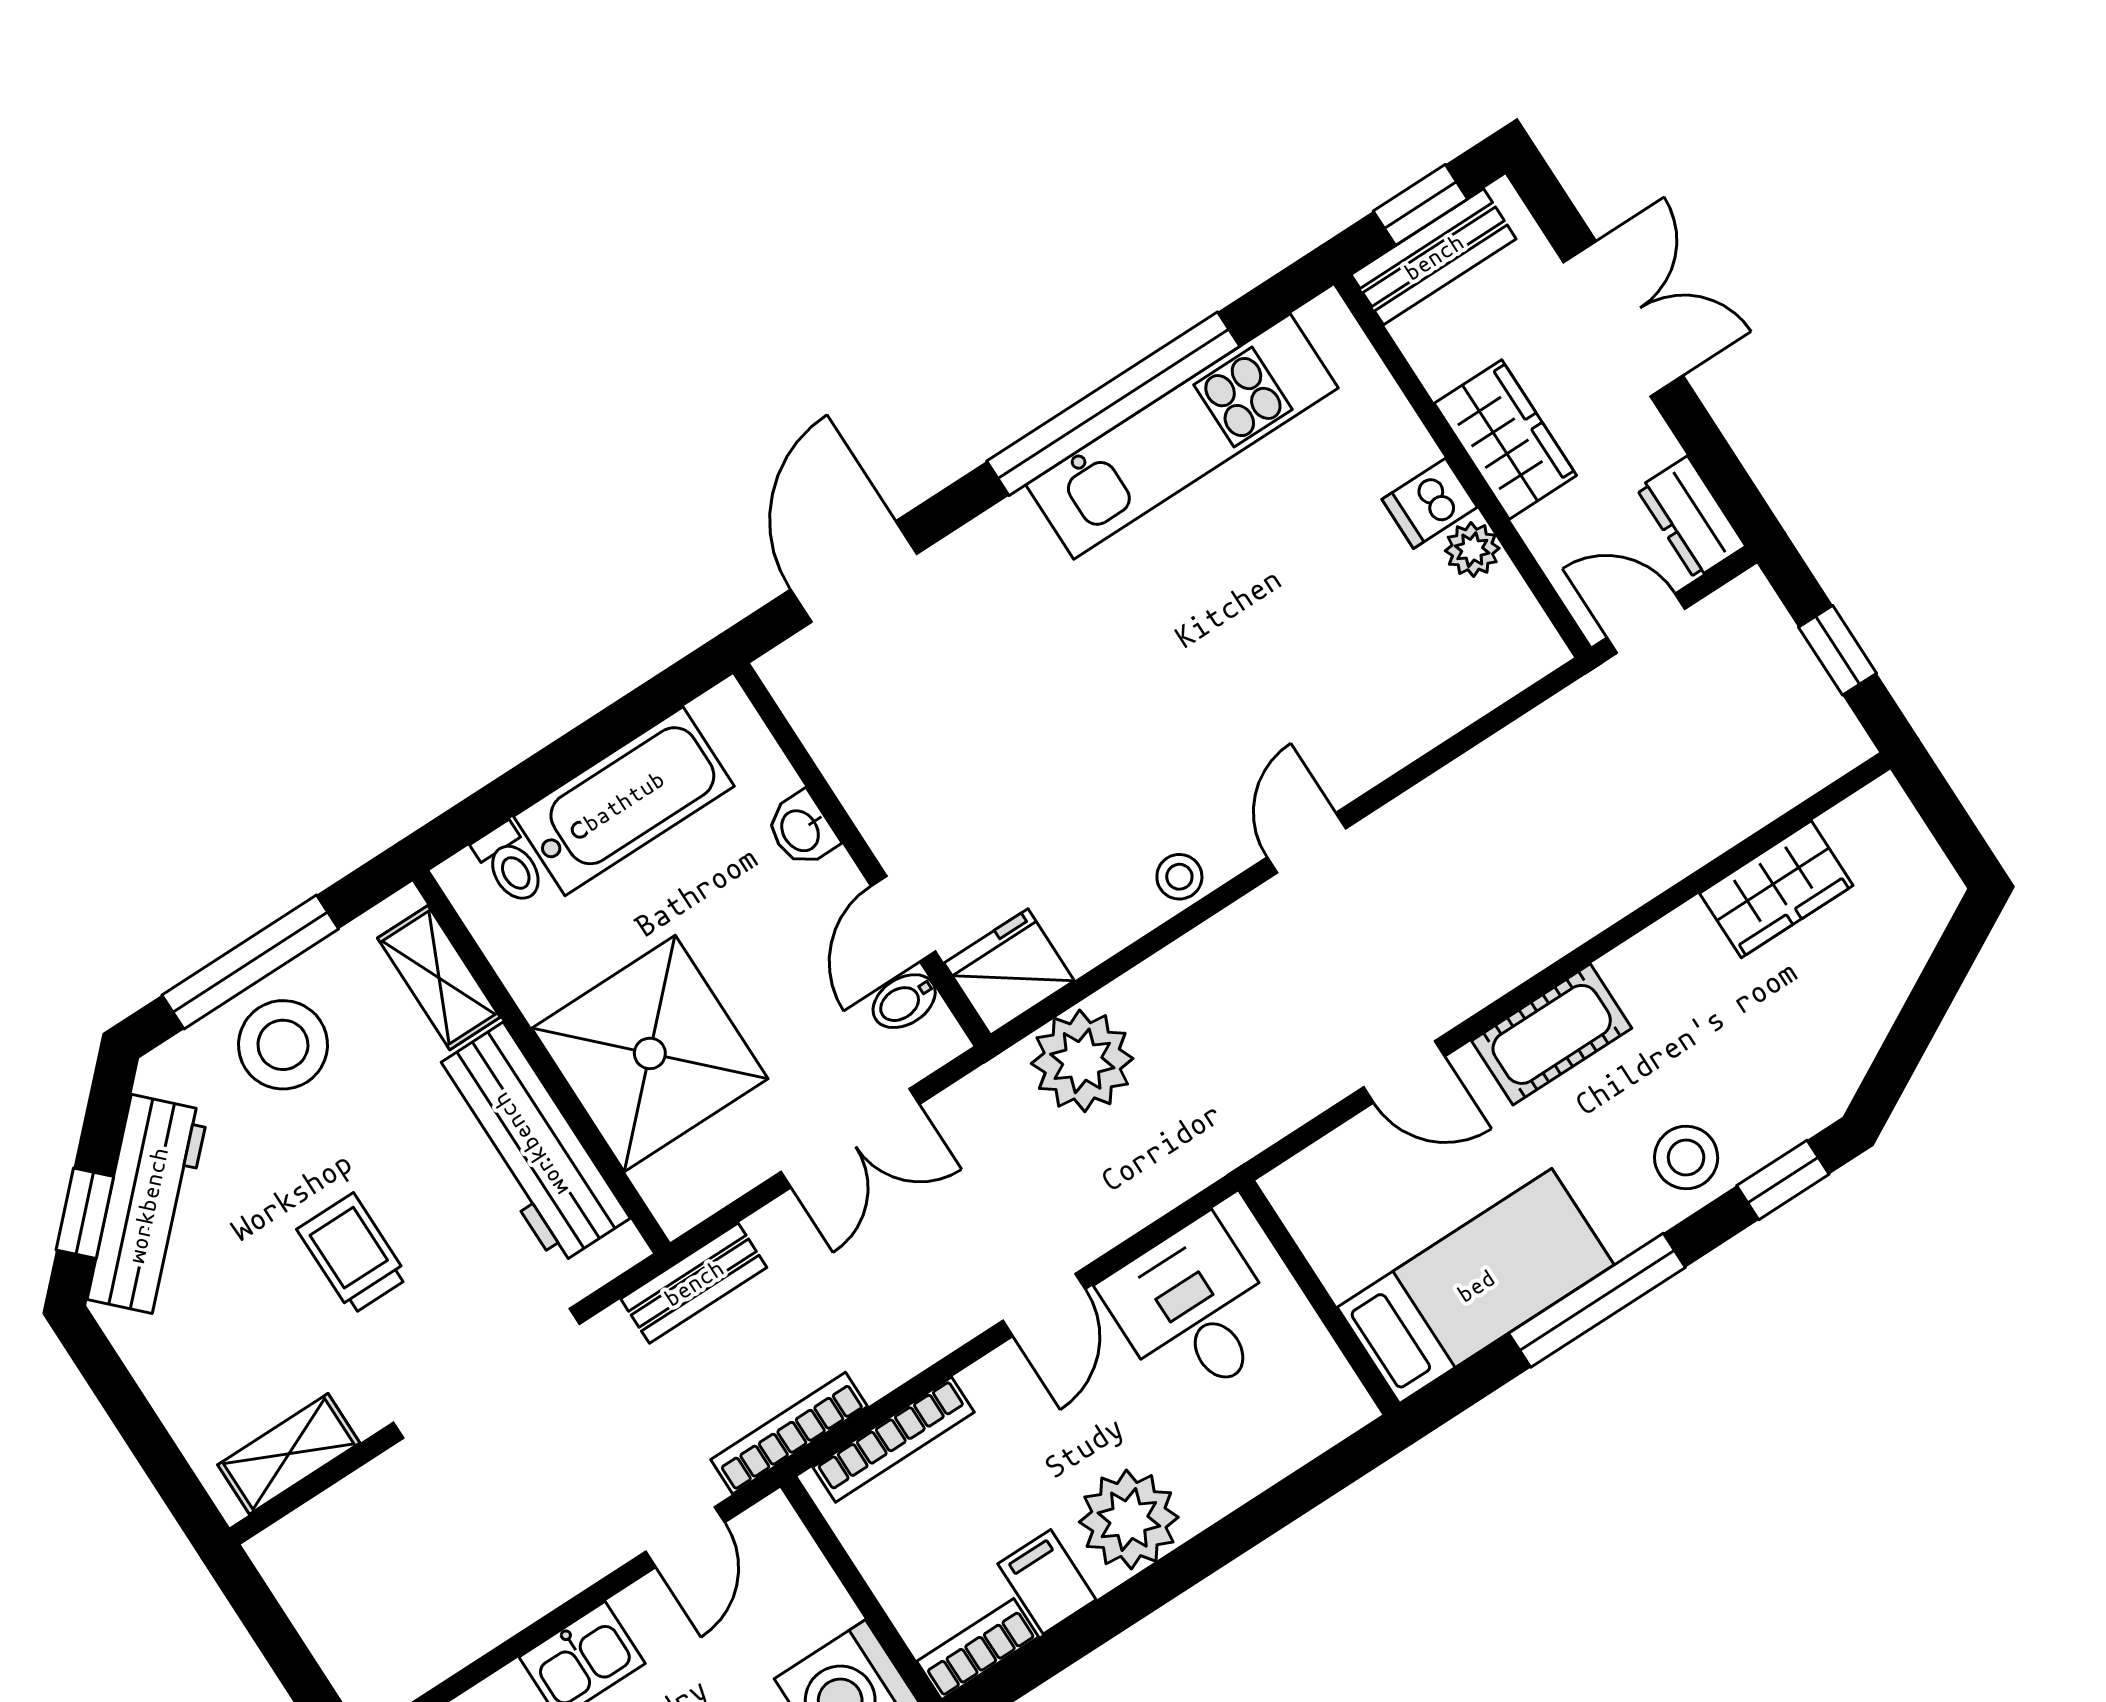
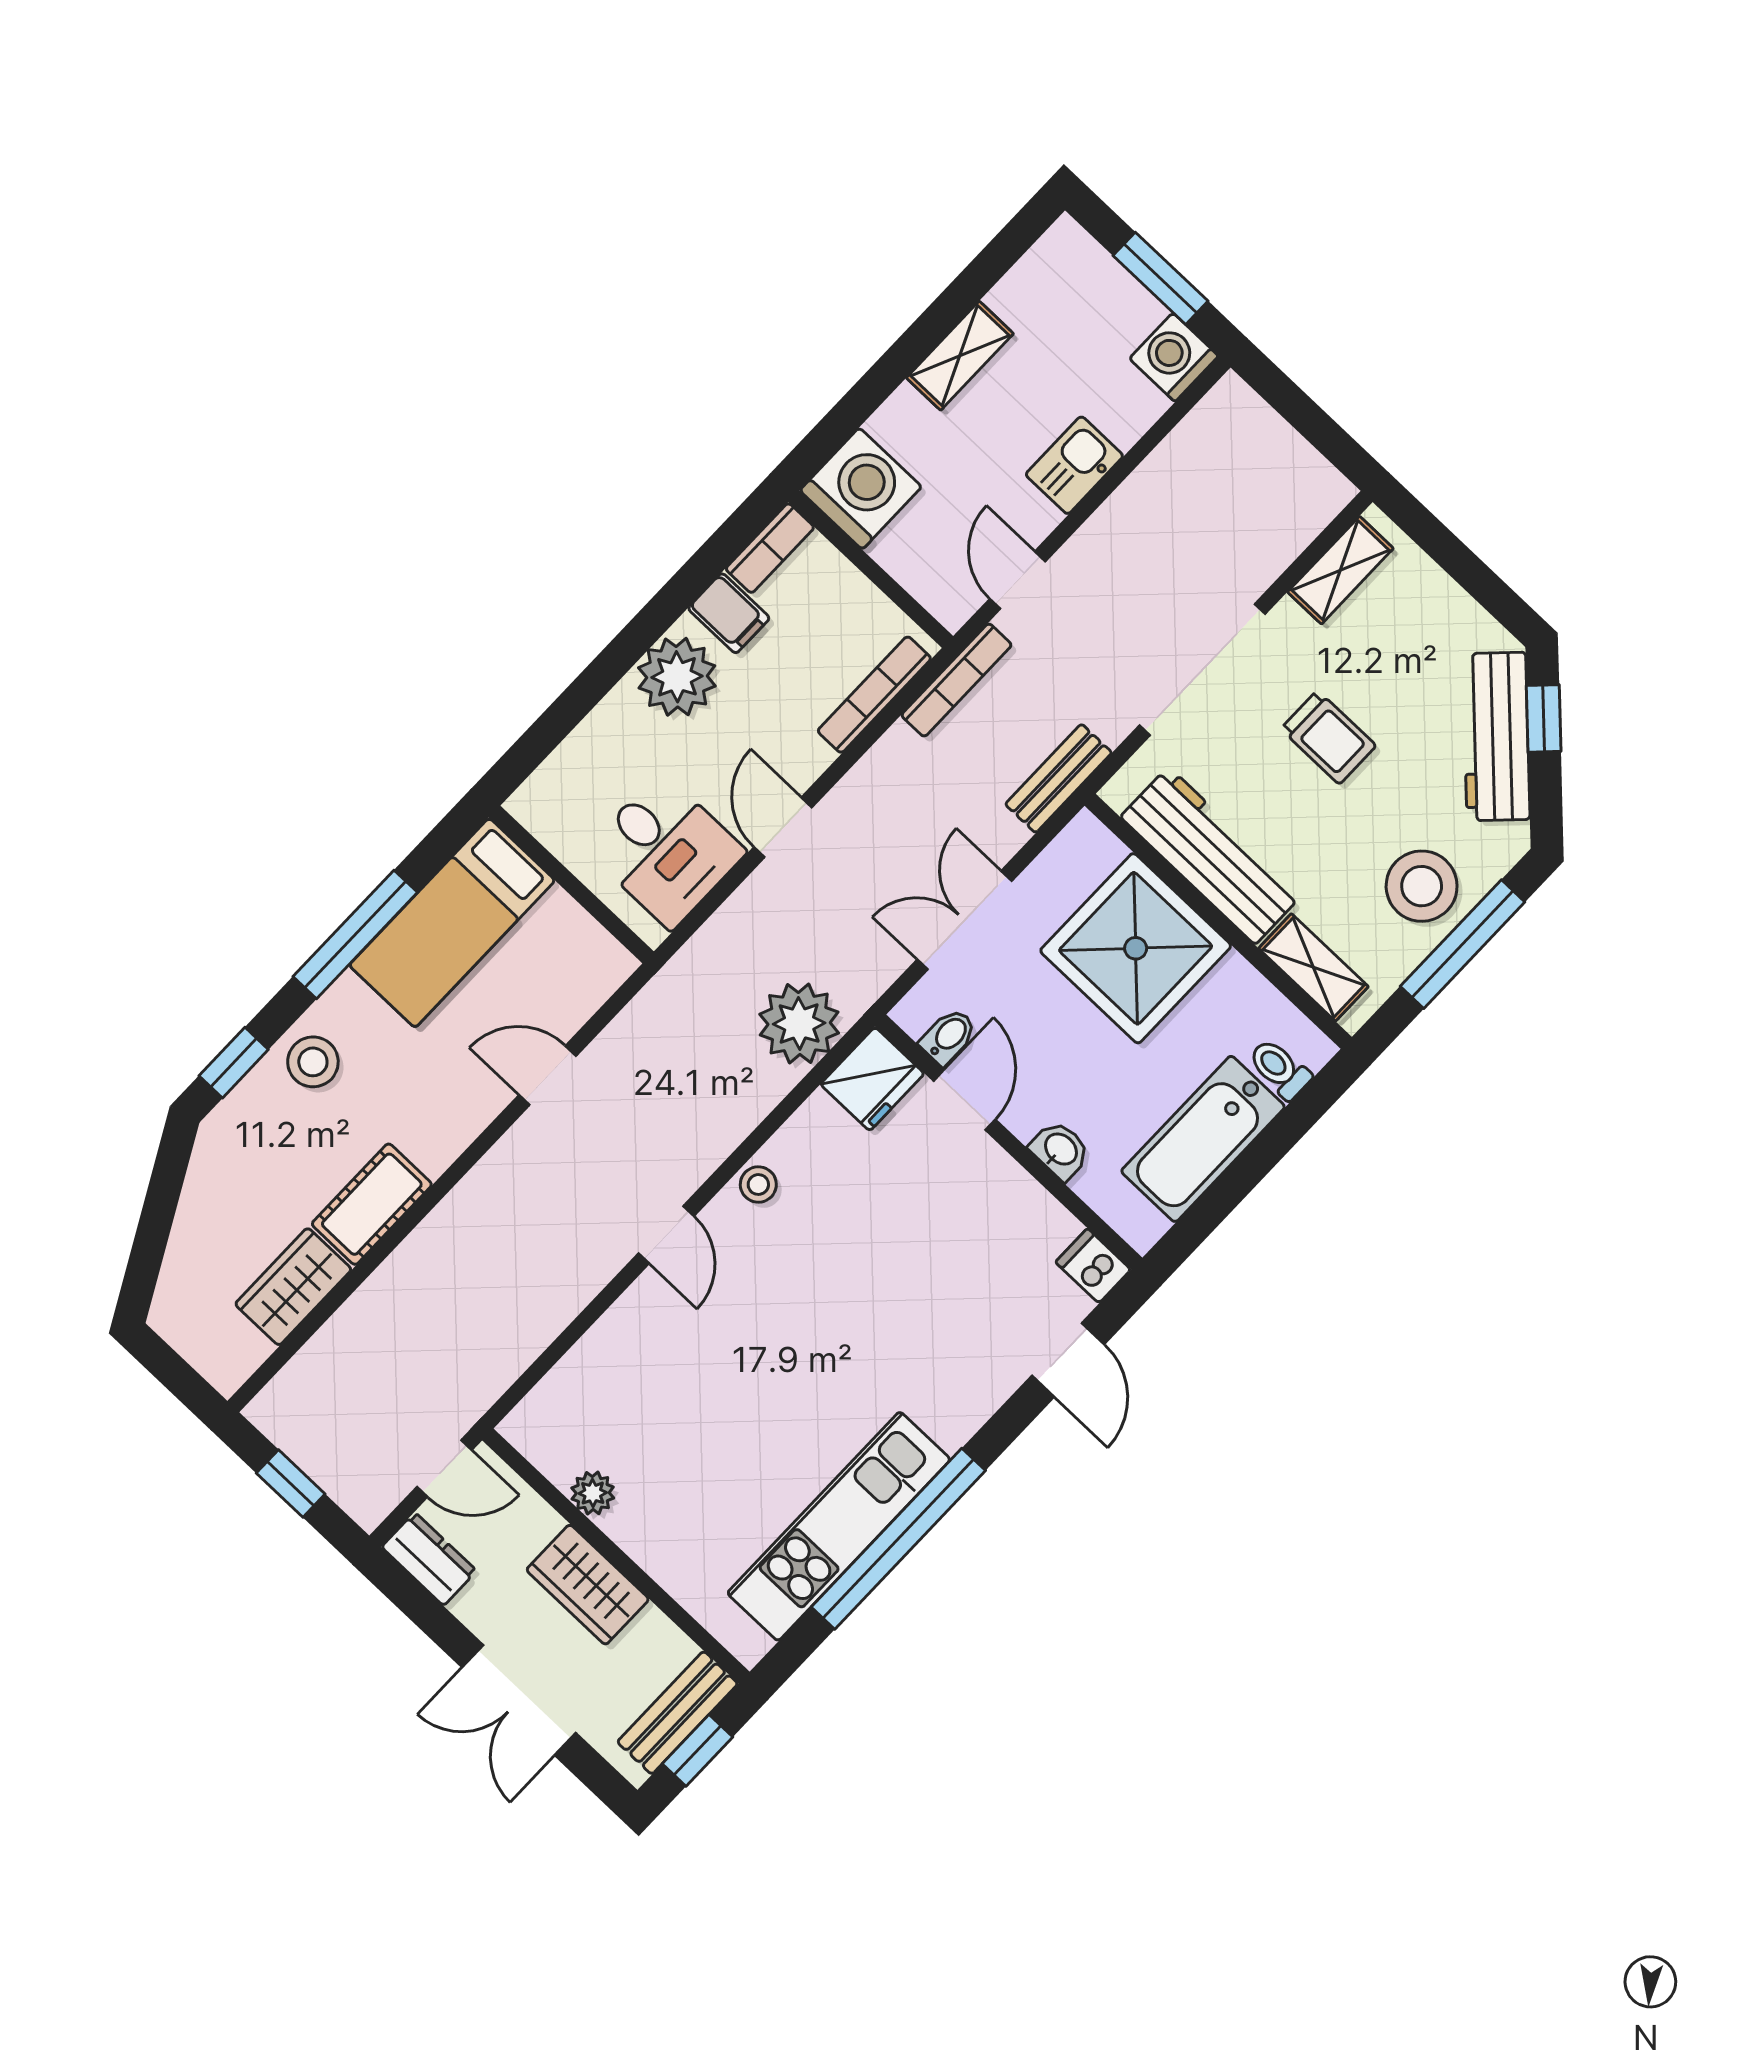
dishwasher: (1430, 503) -> (1093, 1266), moved, turned -90
door: (854, 572) -> (1068, 1360), width x0.73
cot: (1552, 1034) -> (372, 1204), moved

